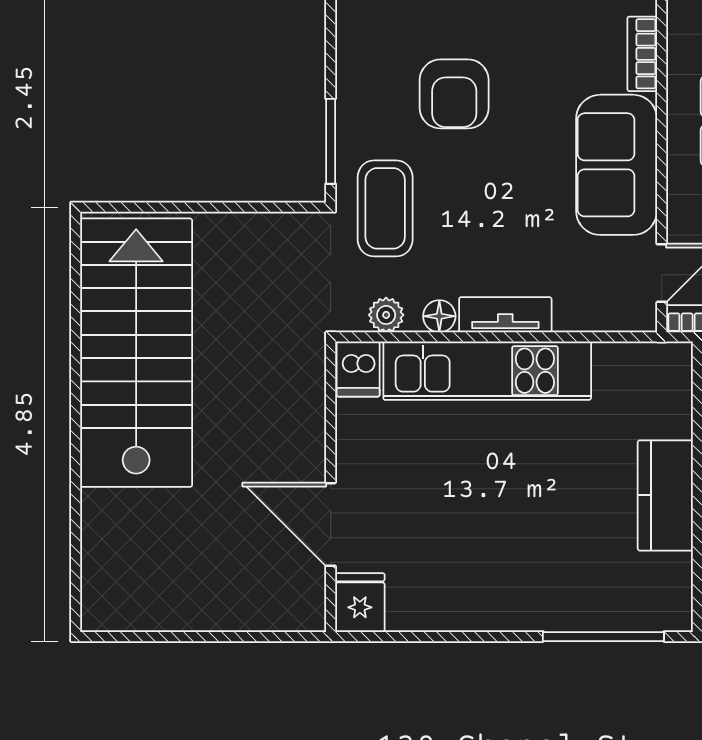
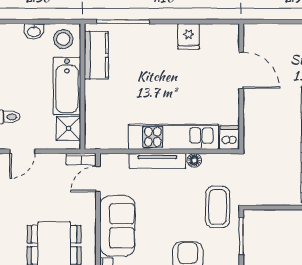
plant: (386, 315) -> (217, 161), removed
tv unit: (505, 315) -> (157, 161), width x1.41
kitchen counter: (665, 495) -> (96, 55), moved
fridge: (360, 603) -> (189, 36), moved

